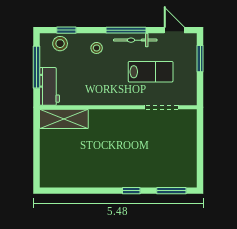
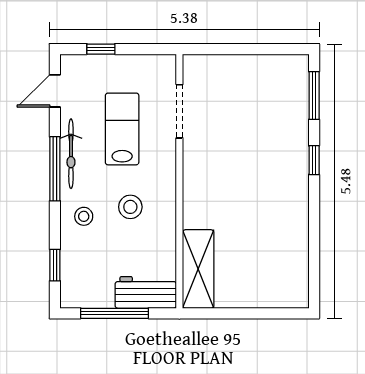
stool: (60, 44) -> (130, 207), moved
window: (200, 59) -> (101, 49), width x0.67

